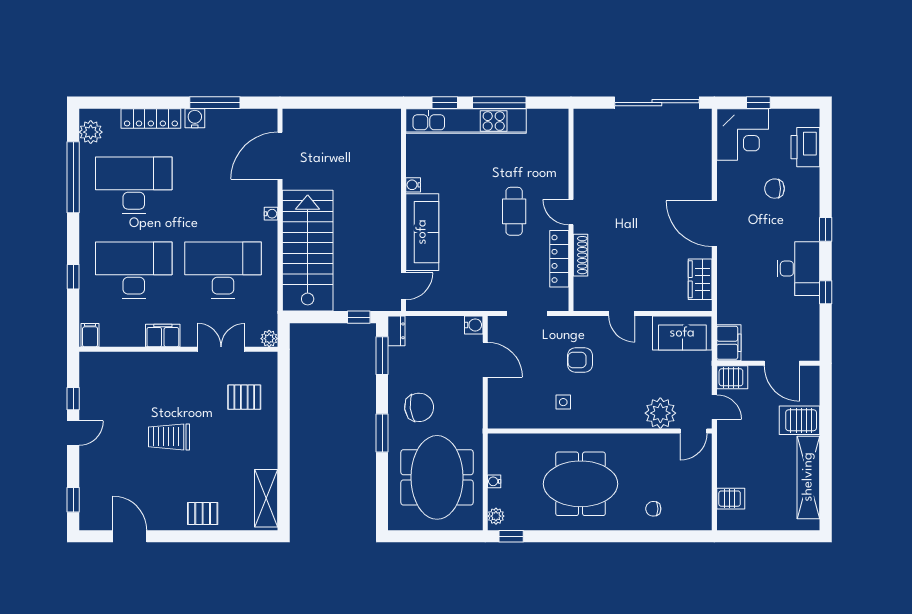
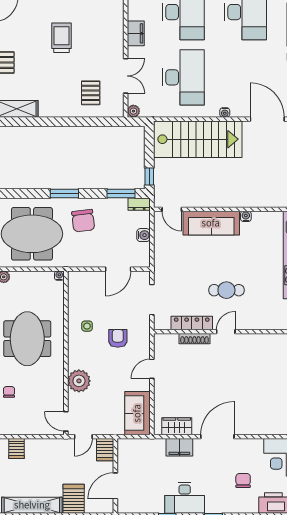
water cooler: (474, 325) -> (143, 235), moved, turned -90
filing cabinet: (729, 343) -> (179, 447), moved
plant: (660, 413) -> (79, 381), moved
water cooler: (494, 481) -> (59, 276), moved

